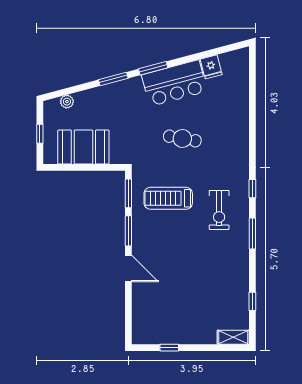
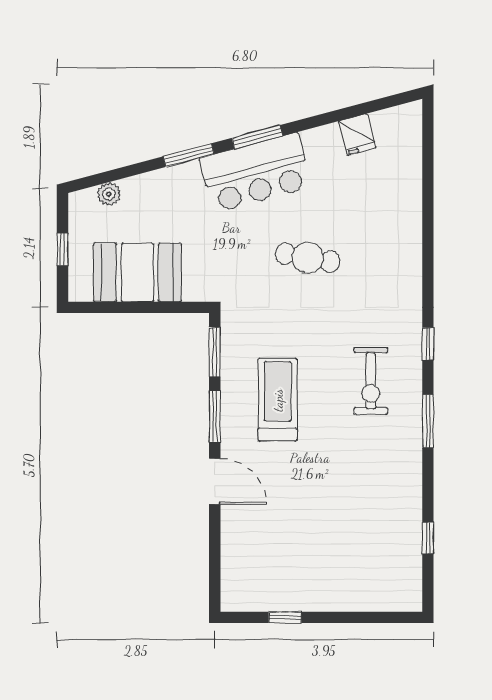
bar counter: (174, 83) -> (256, 173), moved
treadmill: (168, 198) -> (278, 400), moved, turned 90
shelving: (233, 337) -> (395, 600), removed

